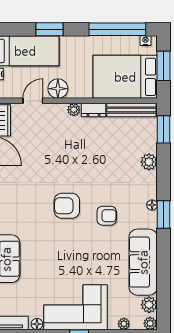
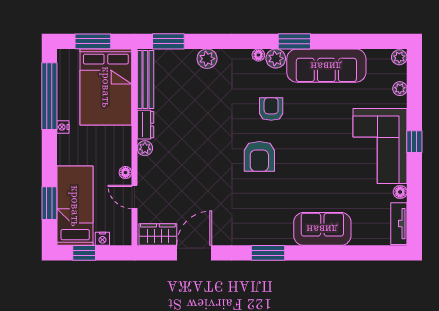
window: (50, 29) -> (49, 203), moved
nightstand: (145, 41) -> (63, 127), moved
floor lamp: (58, 89) -> (125, 173), width x0.53, depth x0.53
window: (164, 215) -> (294, 41), moved
plant: (149, 305) -> (276, 58), moved

